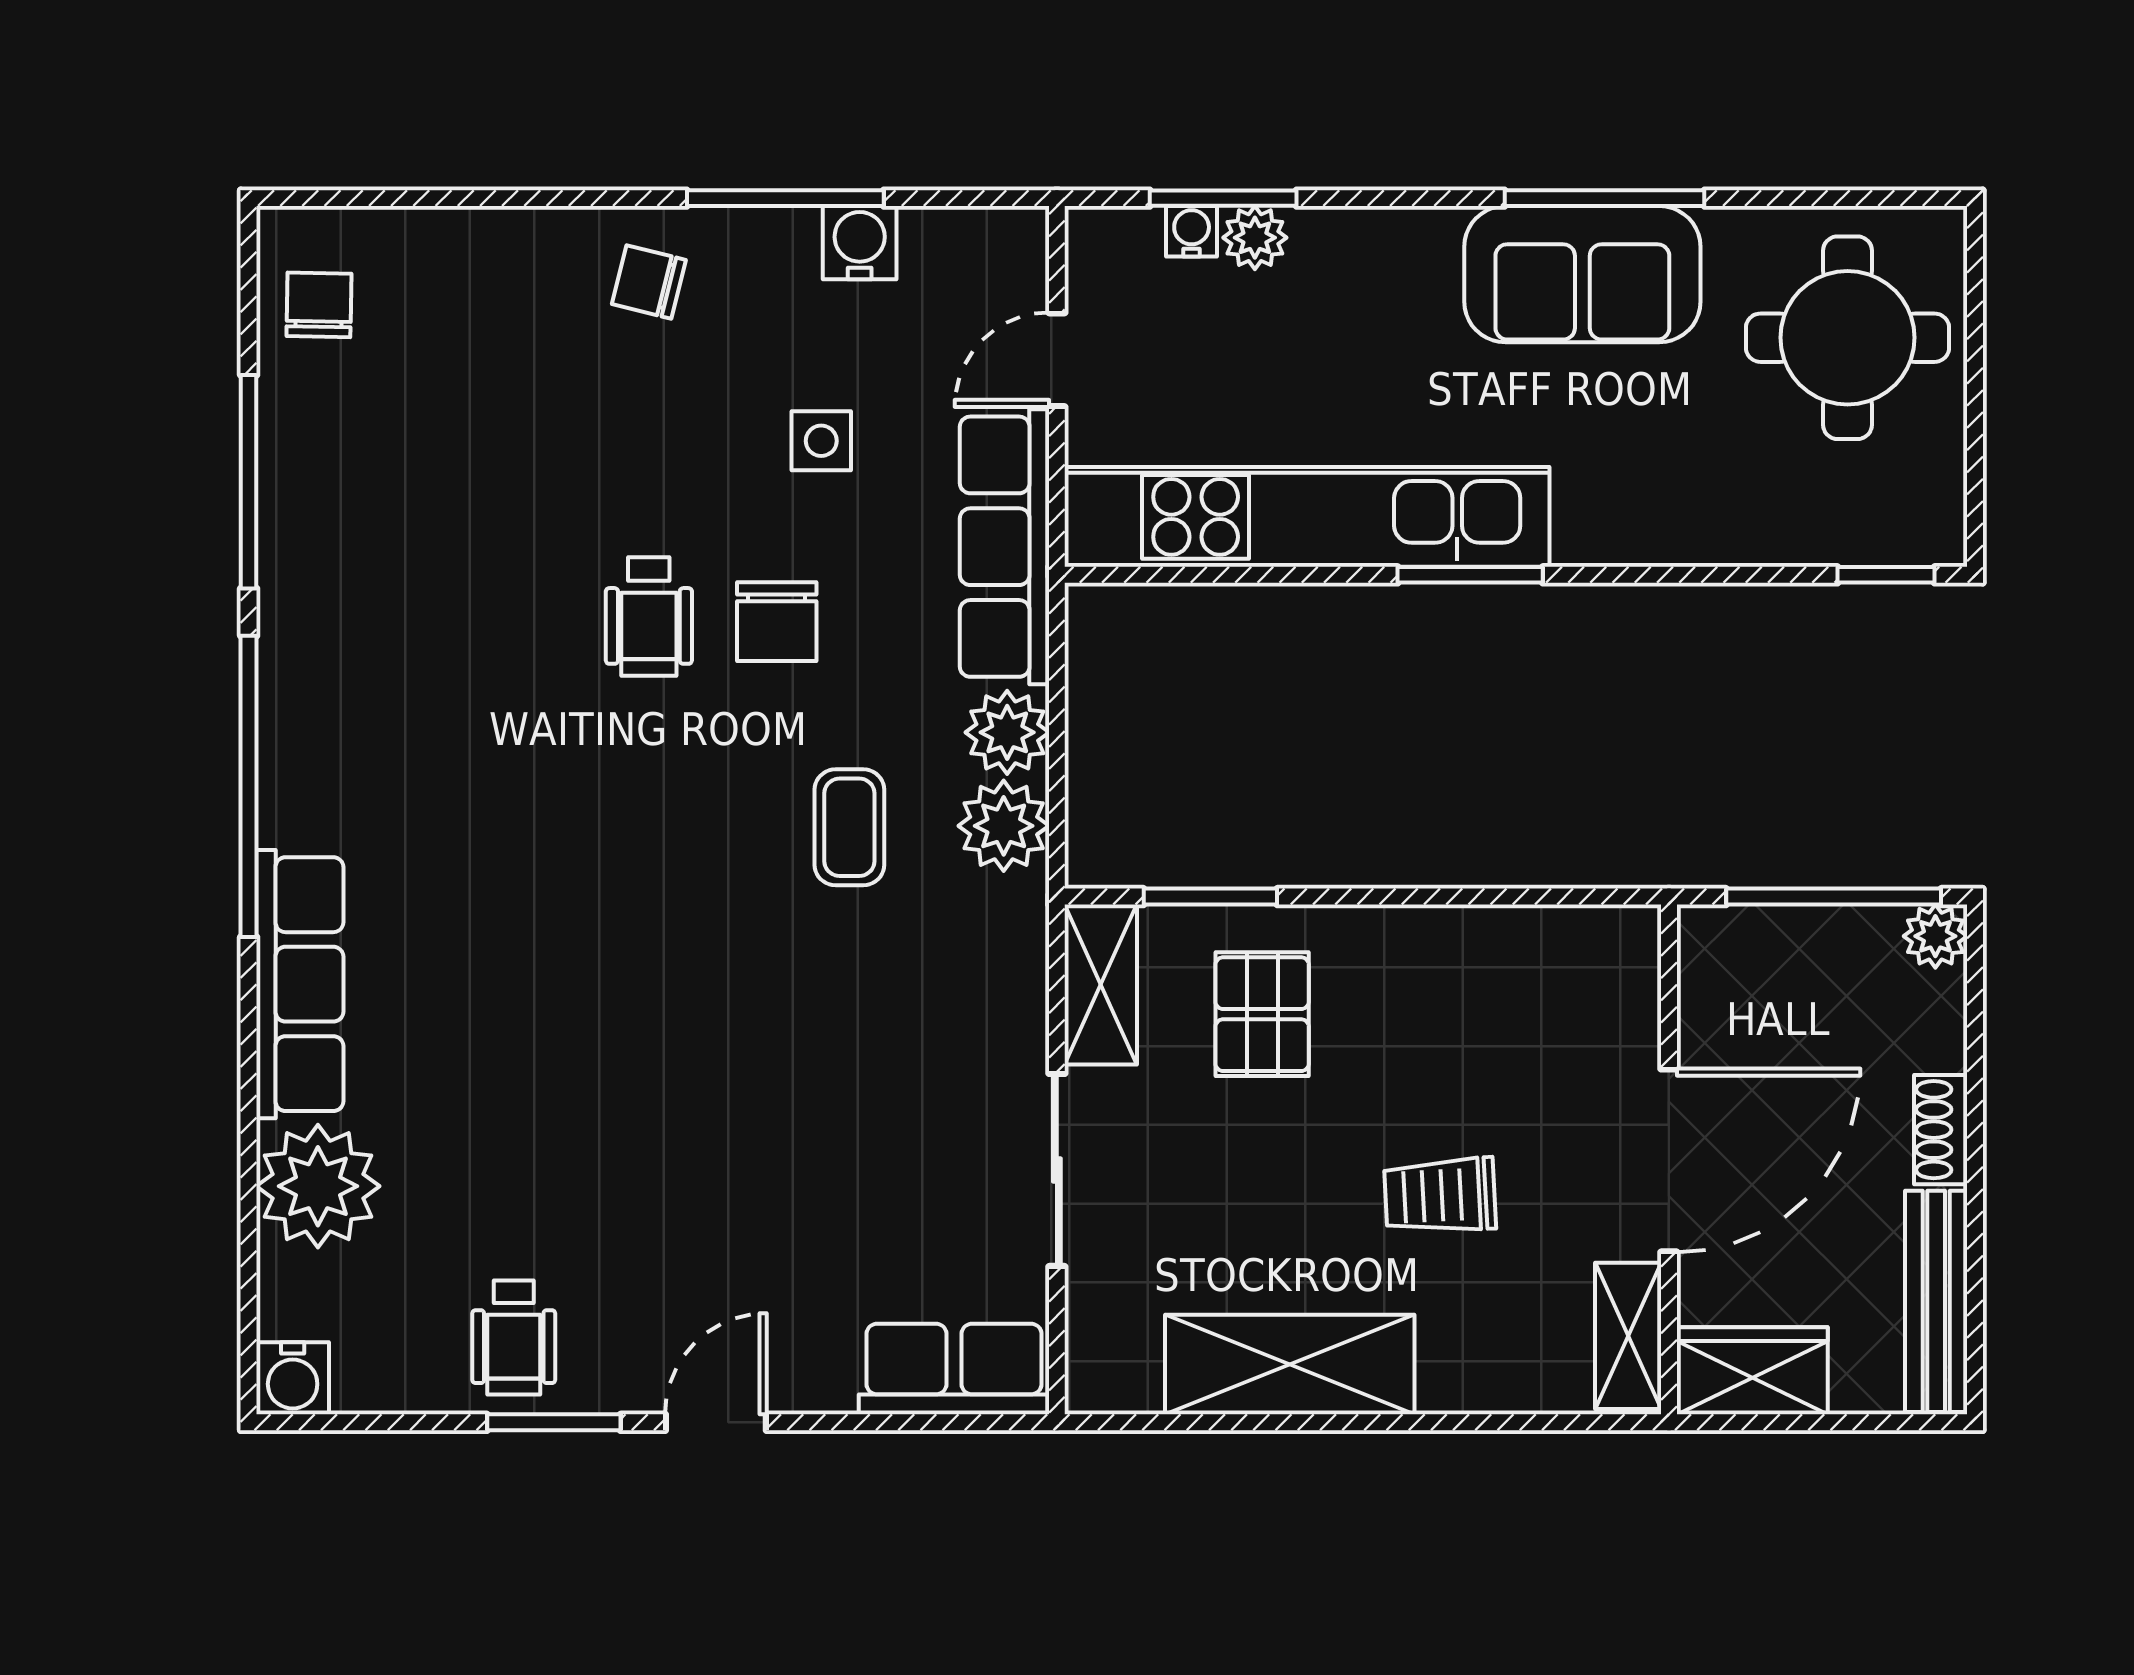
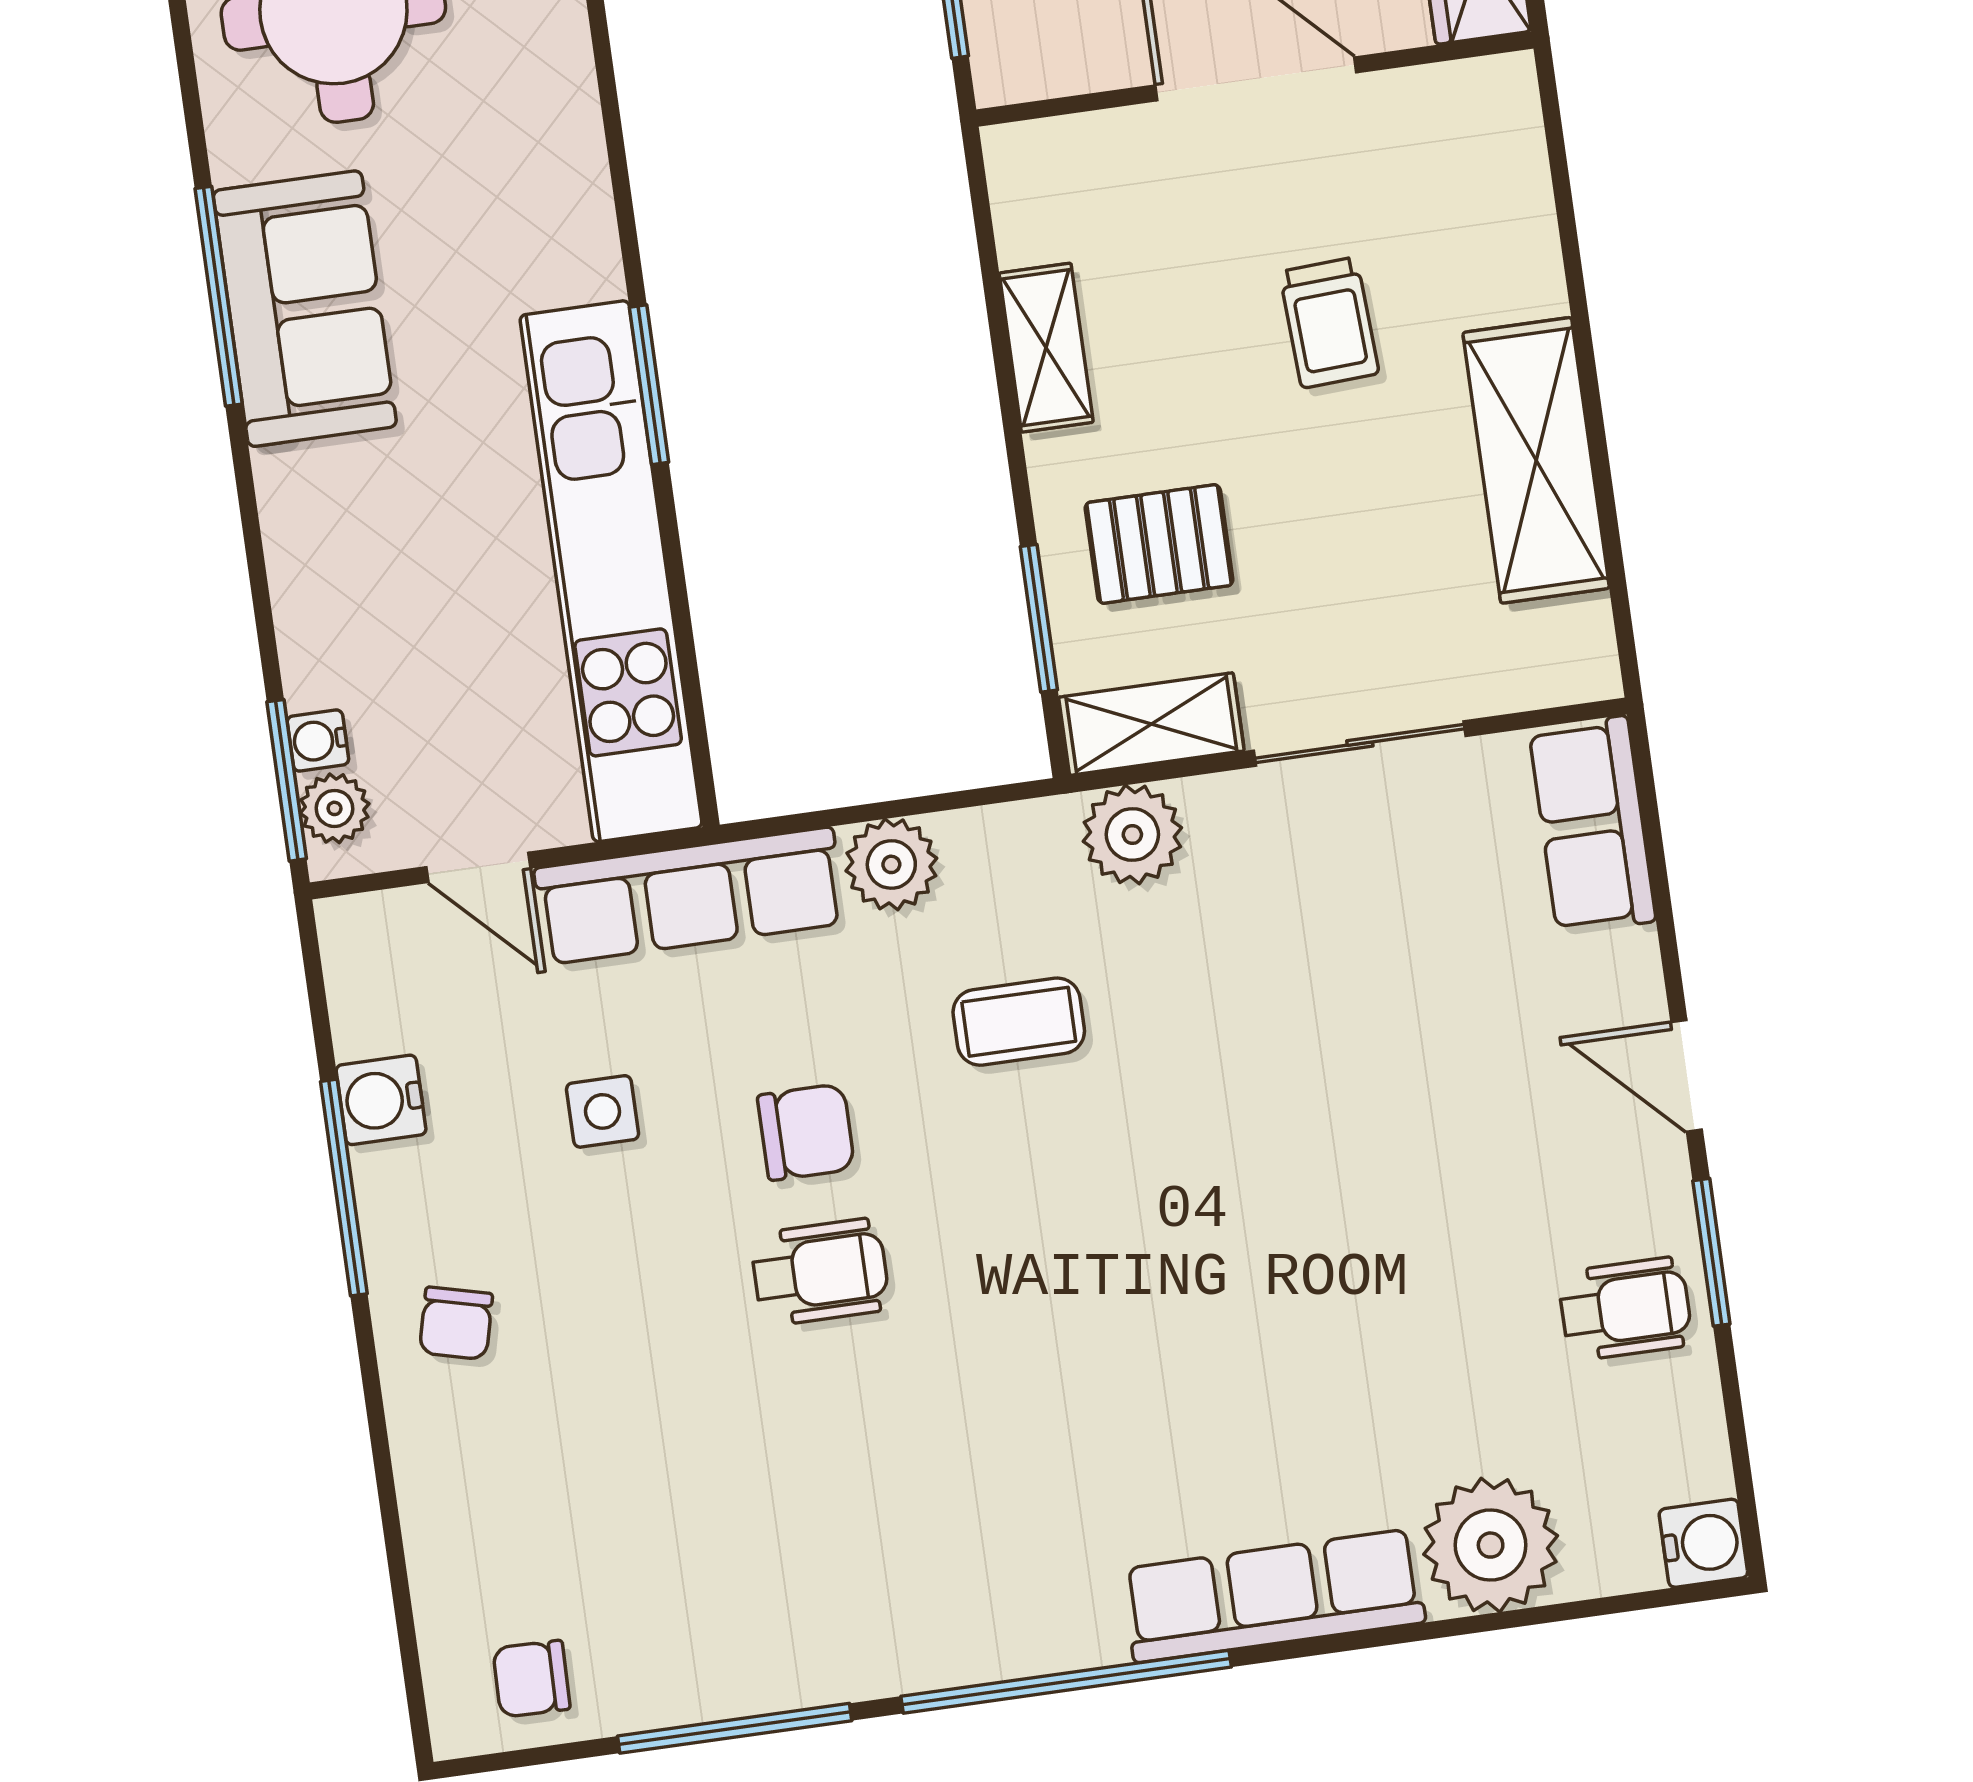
window: (1223, 198) -> (287, 780), moved
plant: (1255, 238) -> (335, 808), moved
plant: (1004, 826) -> (1132, 834), moved
shelving: (1628, 1336) -> (1046, 348), moved, turned 90

